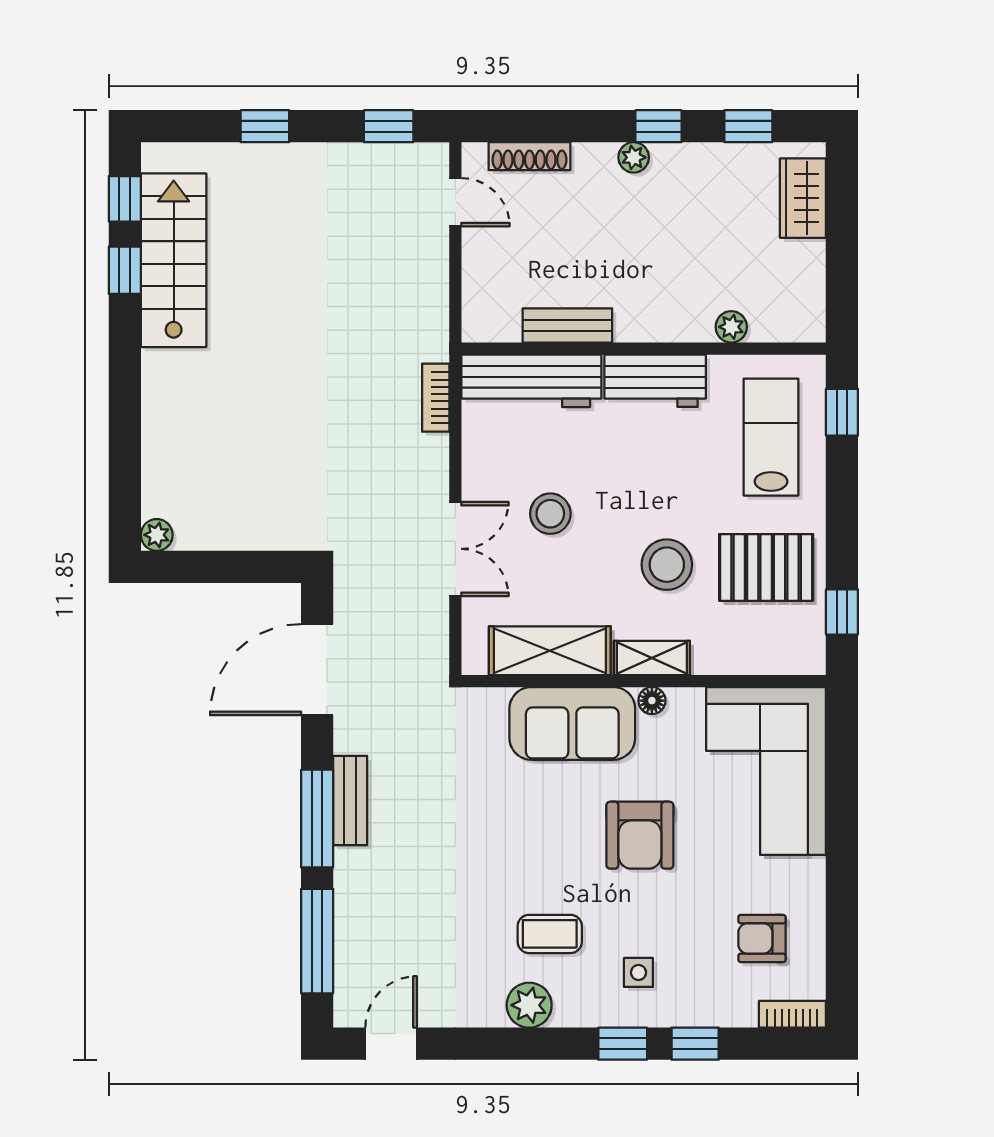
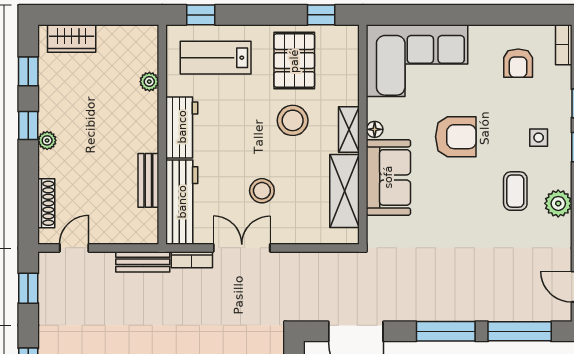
double door: (455, 549) -> (242, 248), moved
bench: (350, 800) -> (143, 262), moved

